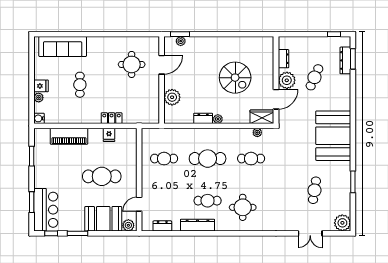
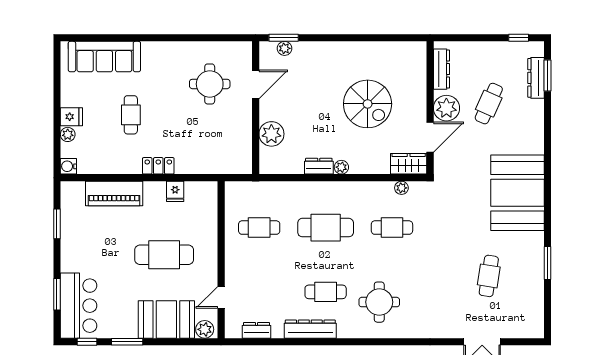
dresser: (283, 59) -> (441, 69), width x1.44
locker: (112, 118) -> (158, 166), moved
plant: (342, 223) -> (531, 326), removed

